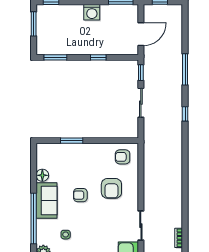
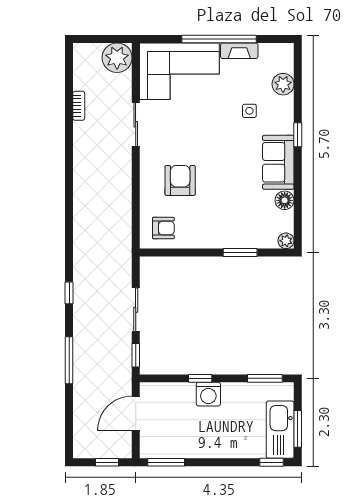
washing machine: (92, 12) -> (208, 394), moved, turned 180
kitchen sink: (45, 23) -> (280, 430), added
plant: (41, 148) -> (286, 241), added
armchair: (80, 195) -> (227, 170), removed
window: (34, 219) -> (298, 135), width x0.32

